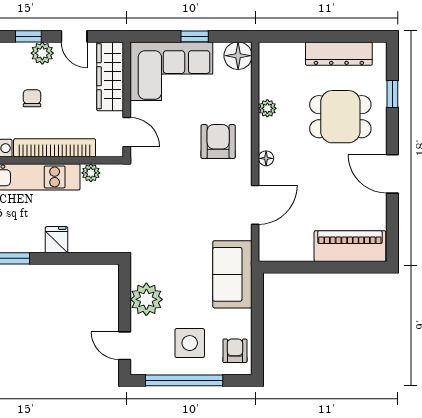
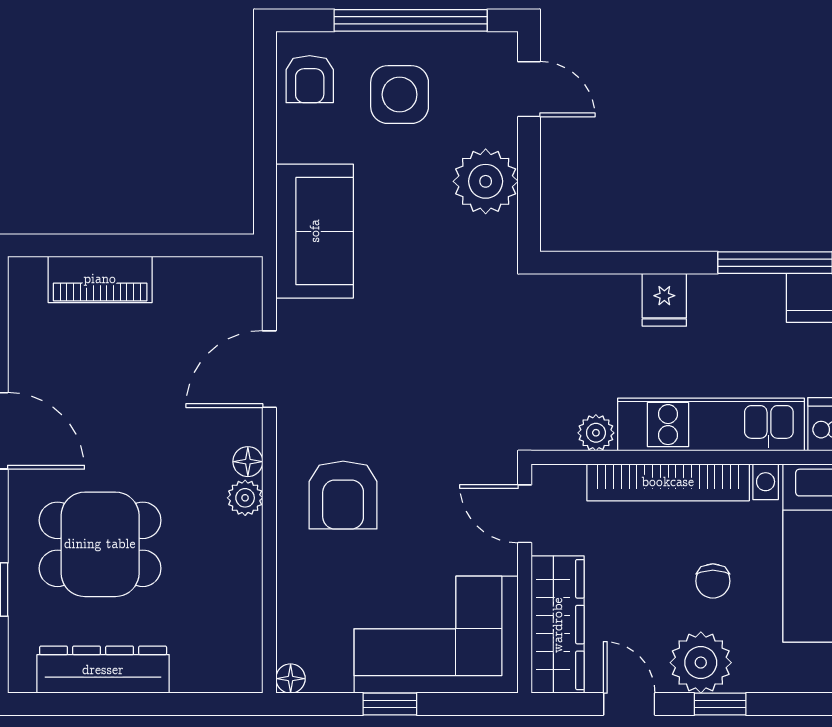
plant: (42, 53) -> (701, 663), width x1.36, depth x1.36
floor lamp: (238, 56) -> (291, 679), width x0.53, depth x0.53
plant: (267, 108) -> (245, 498), moved
piano: (350, 246) -> (100, 279), width x0.73, depth x0.75

